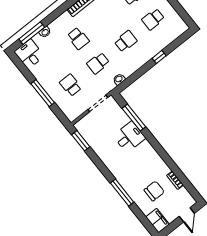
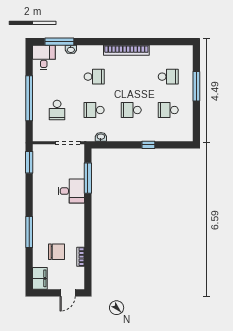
school desk: (78, 38) -> (94, 77), turned -90
school desk: (126, 41) -> (131, 110), turned 180
school desk: (70, 85) -> (57, 110), turned 180
window: (43, 93) -> (29, 98), width x1.46

